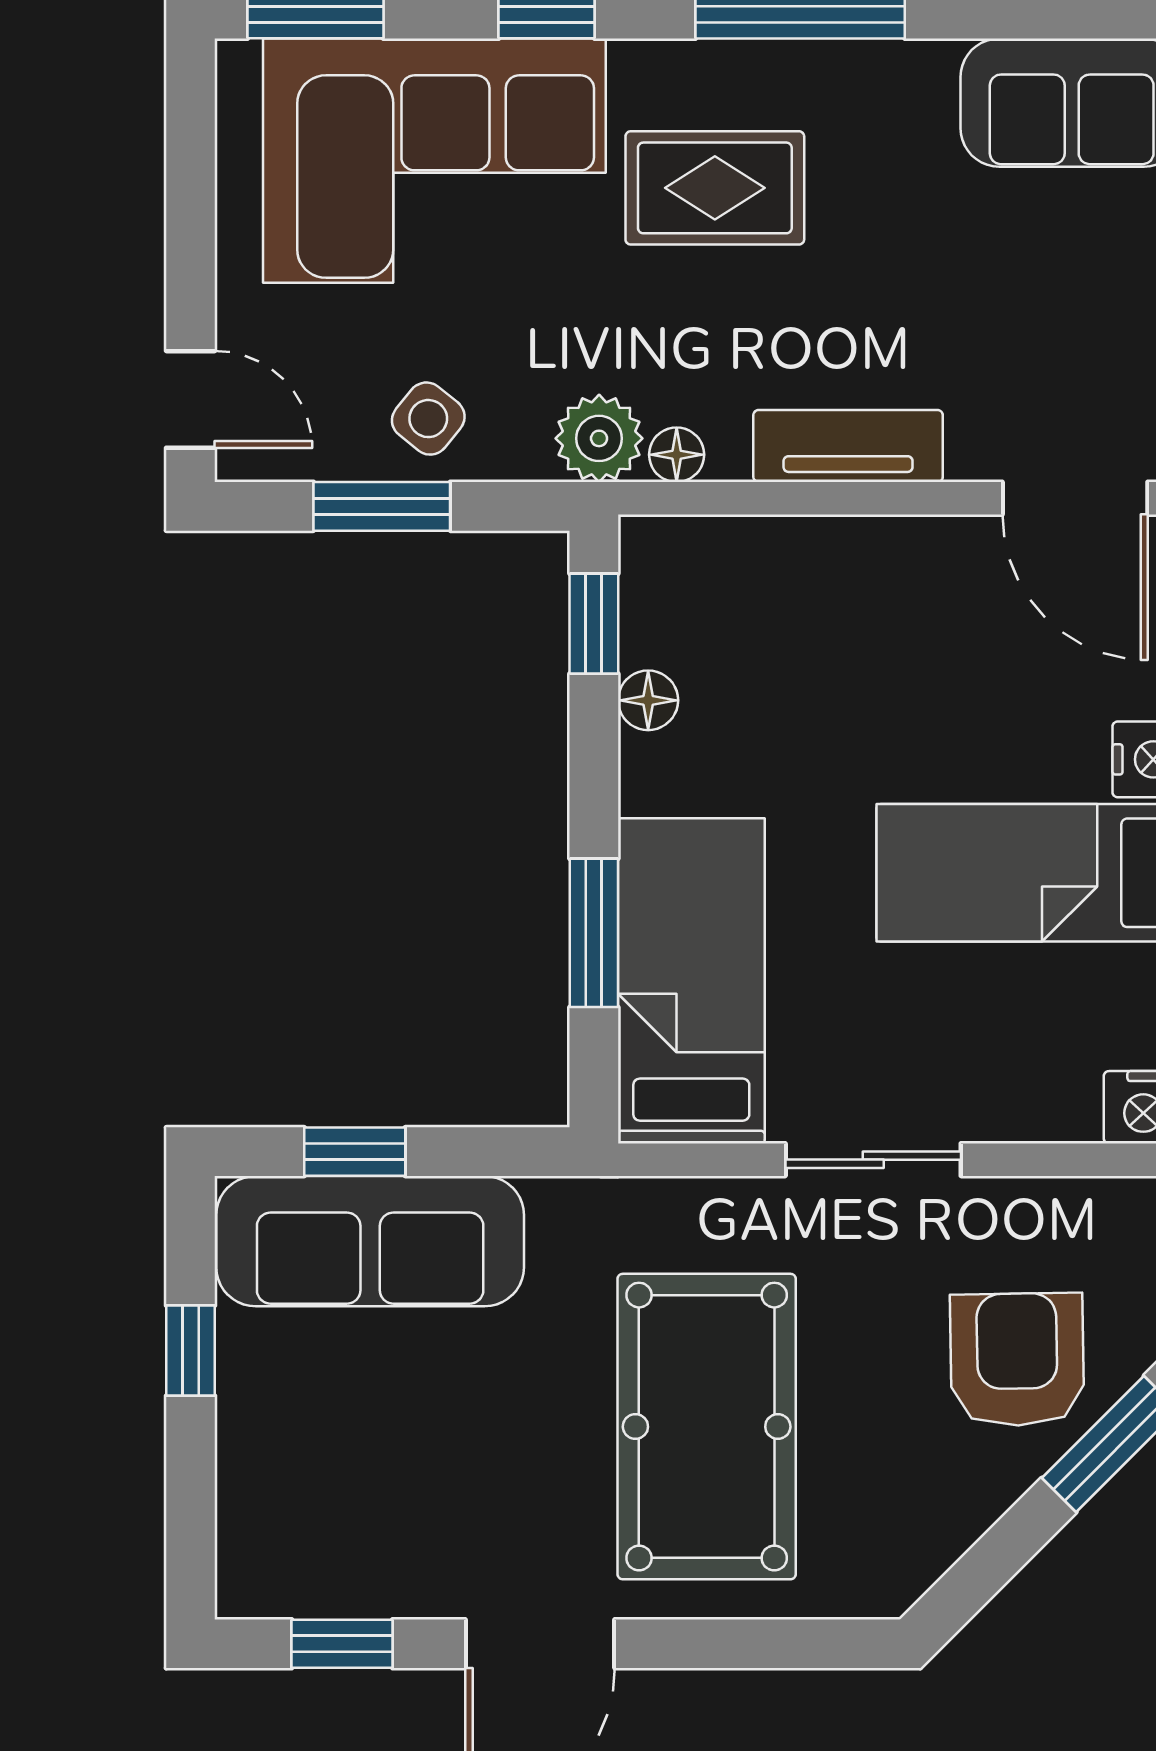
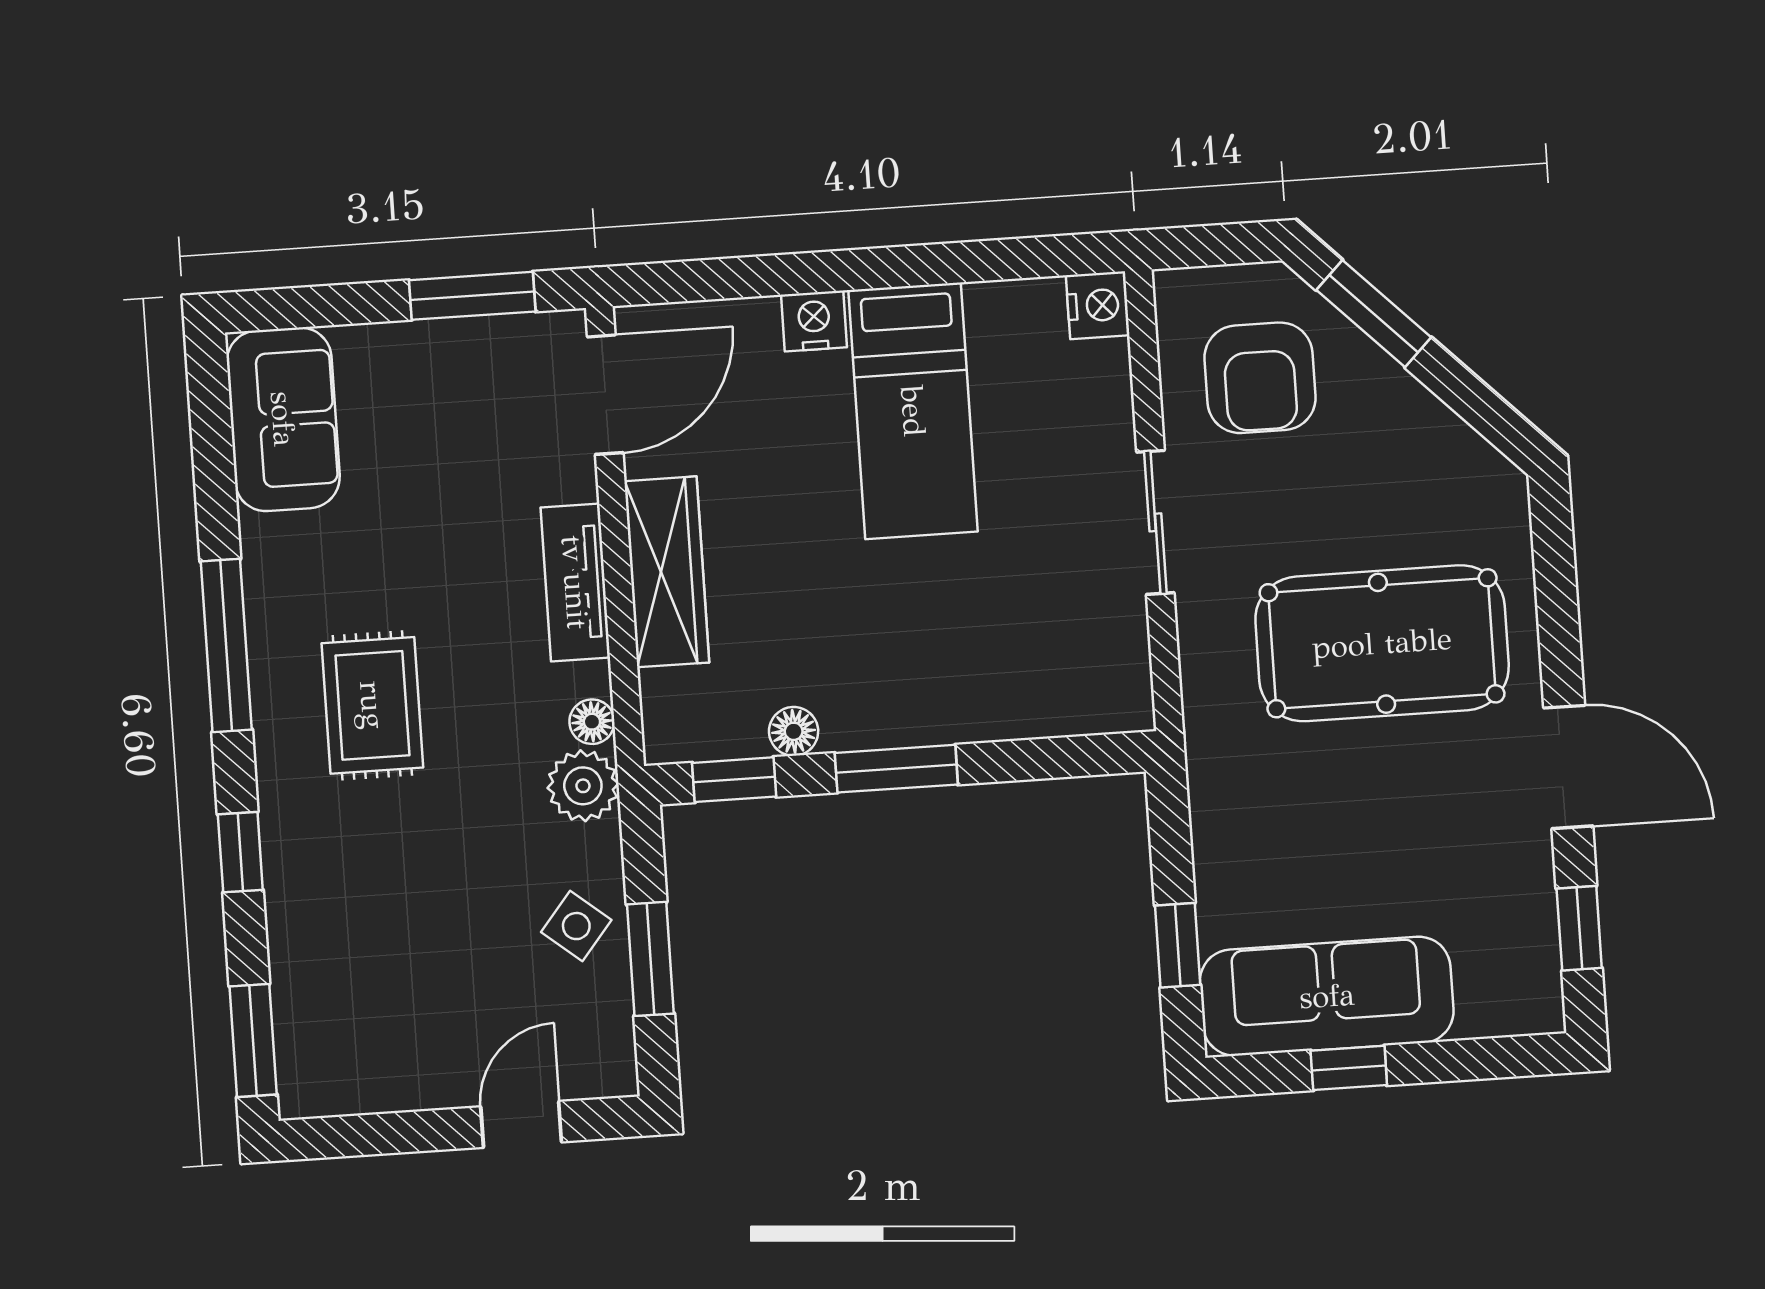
corner sofa: (434, 161) -> (366, 935), removed
door: (191, 399) -> (521, 1124), moved
wardrobe: (853, 559) -> (667, 572), added
window: (594, 933) -> (896, 769), moved
bed: (691, 981) -> (1020, 681), removed
sofa: (370, 1241) -> (1327, 996), moved, turned -90
armchair: (1017, 1360) -> (1260, 378), moved, turned -89

